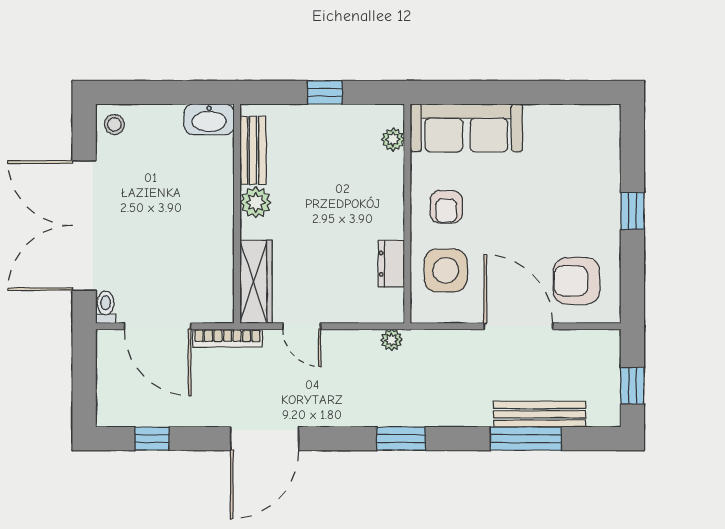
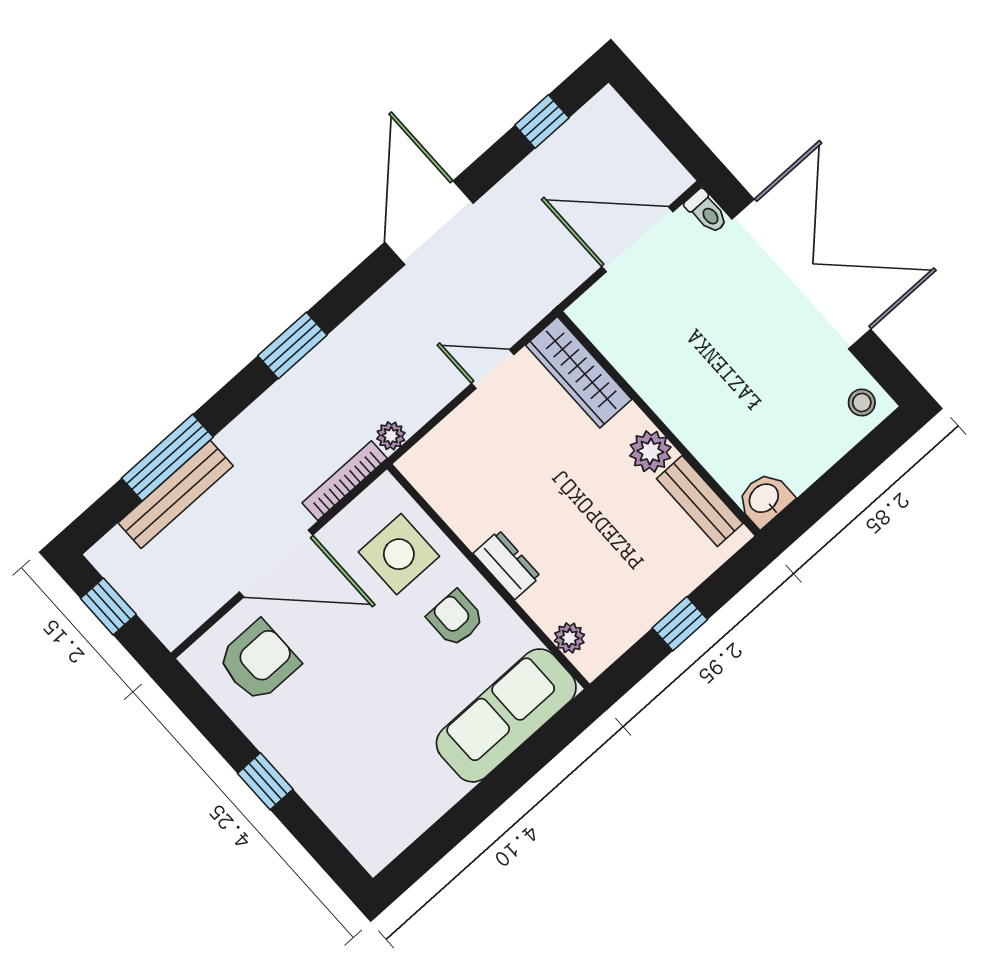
washbasin: (209, 119) -> (765, 499), width x0.72
dresser: (391, 264) -> (507, 565), moved
bookcase: (228, 338) -> (345, 481), moved

